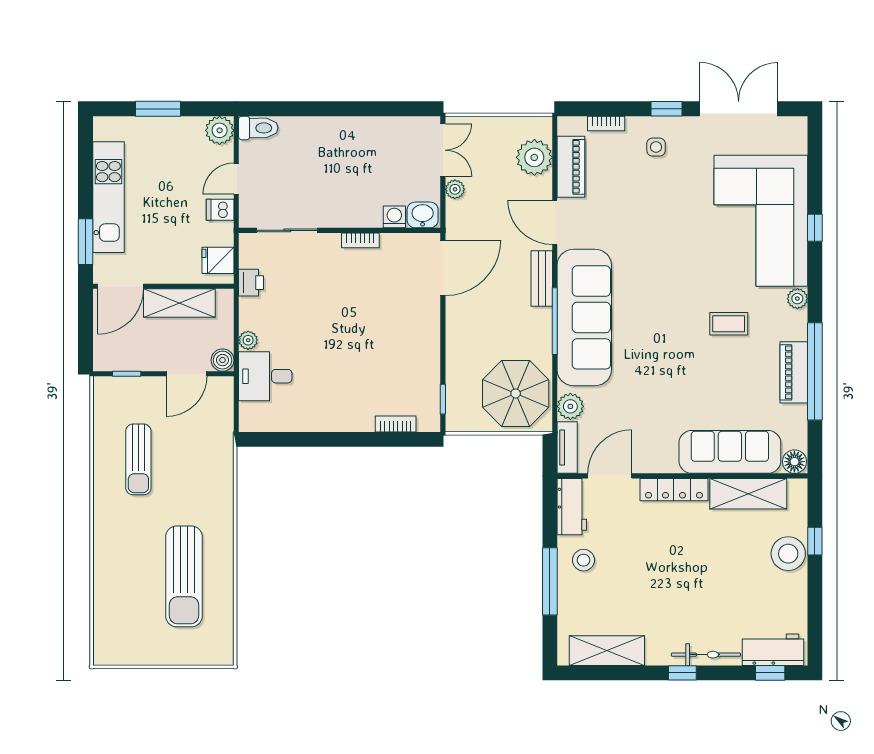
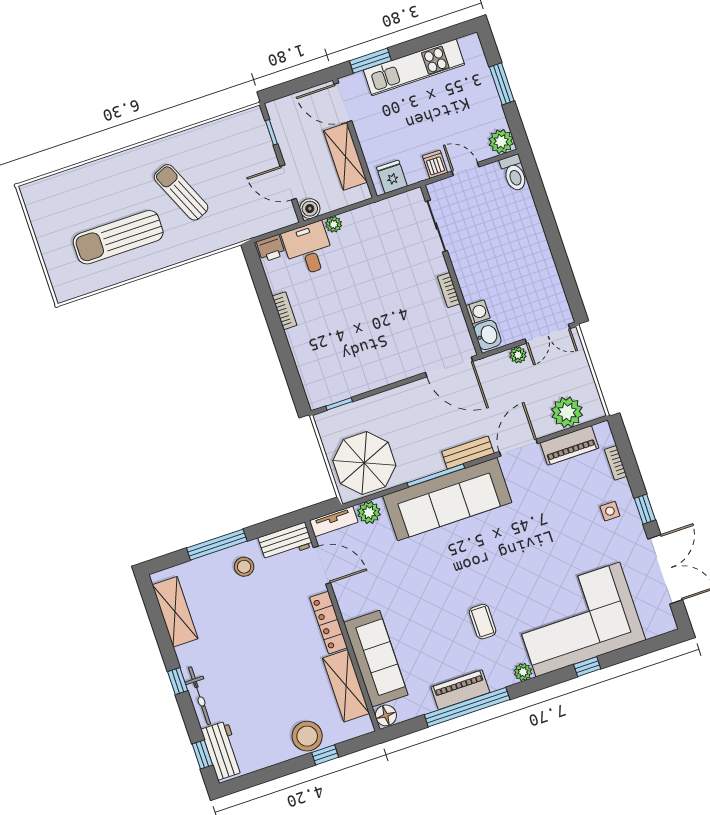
printer: (251, 283) -> (271, 248), moved
bookcase: (396, 424) -> (285, 311), moved
sun lounger: (138, 459) -> (181, 192), moved, turned 66

